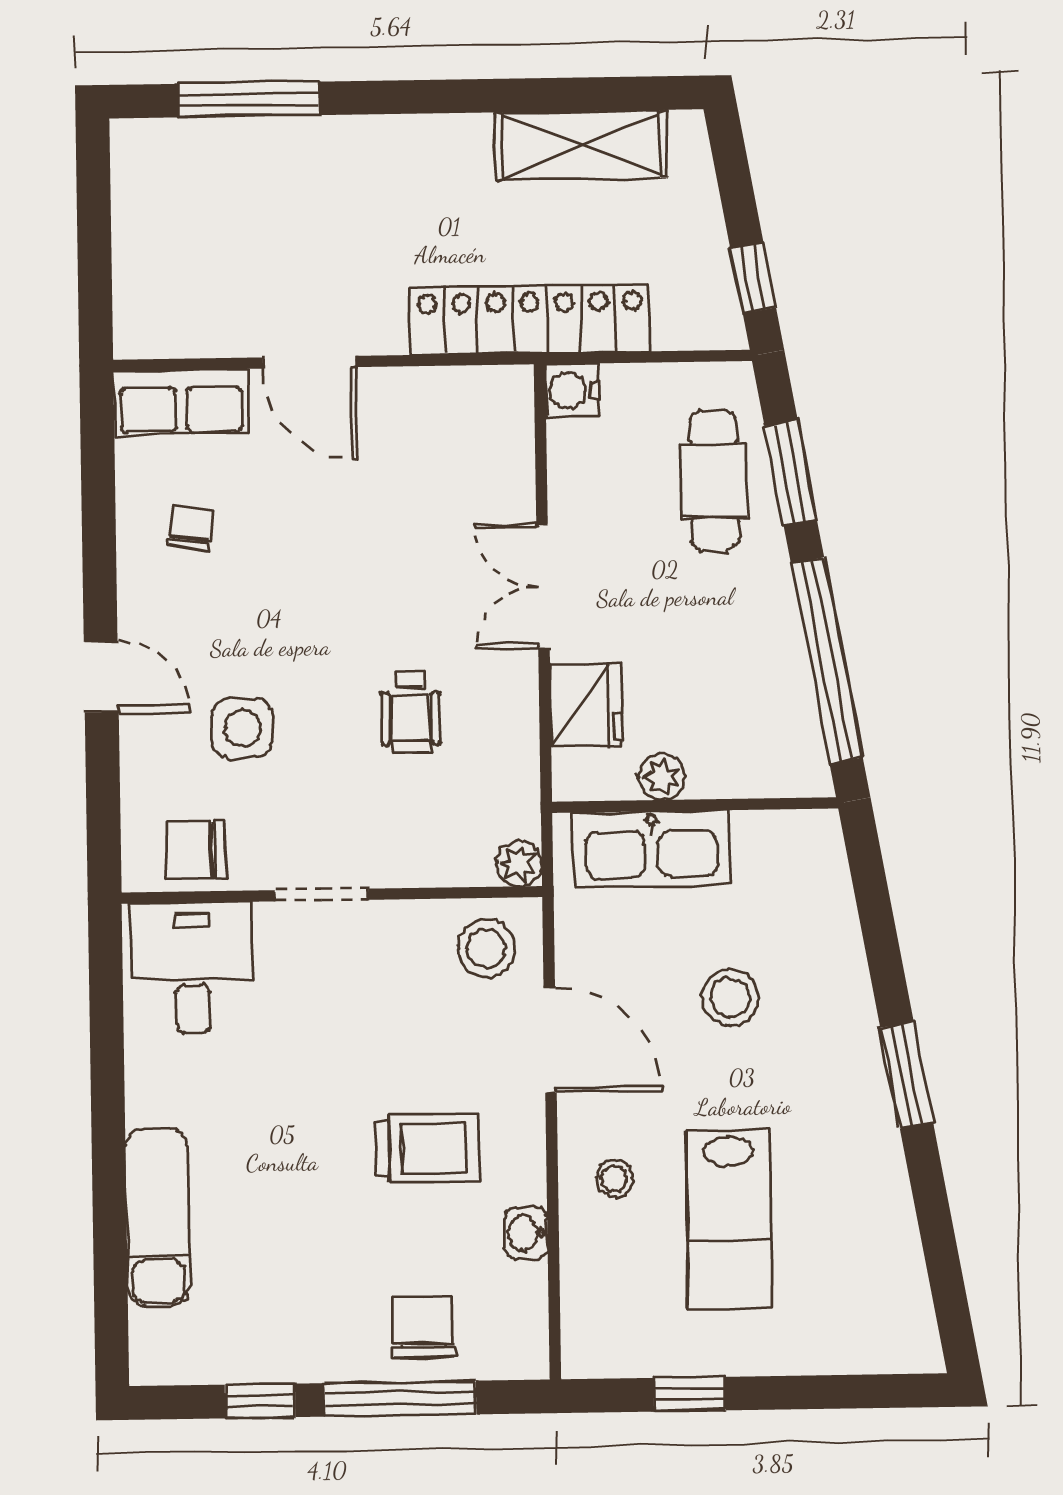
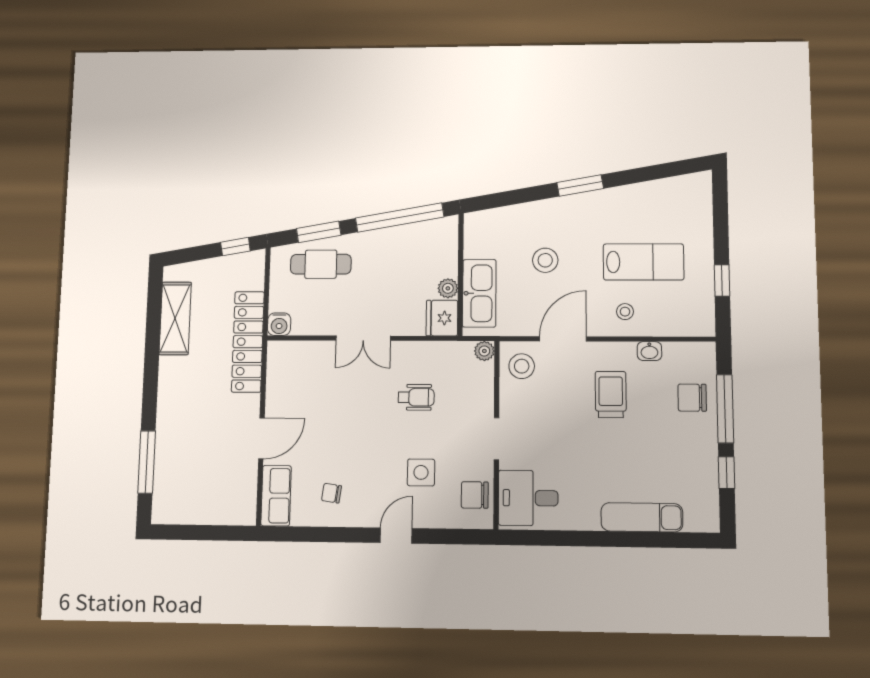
fridge: (586, 705) -> (442, 318), moved, turned -90
chair: (196, 850) -> (475, 495), turned 90

